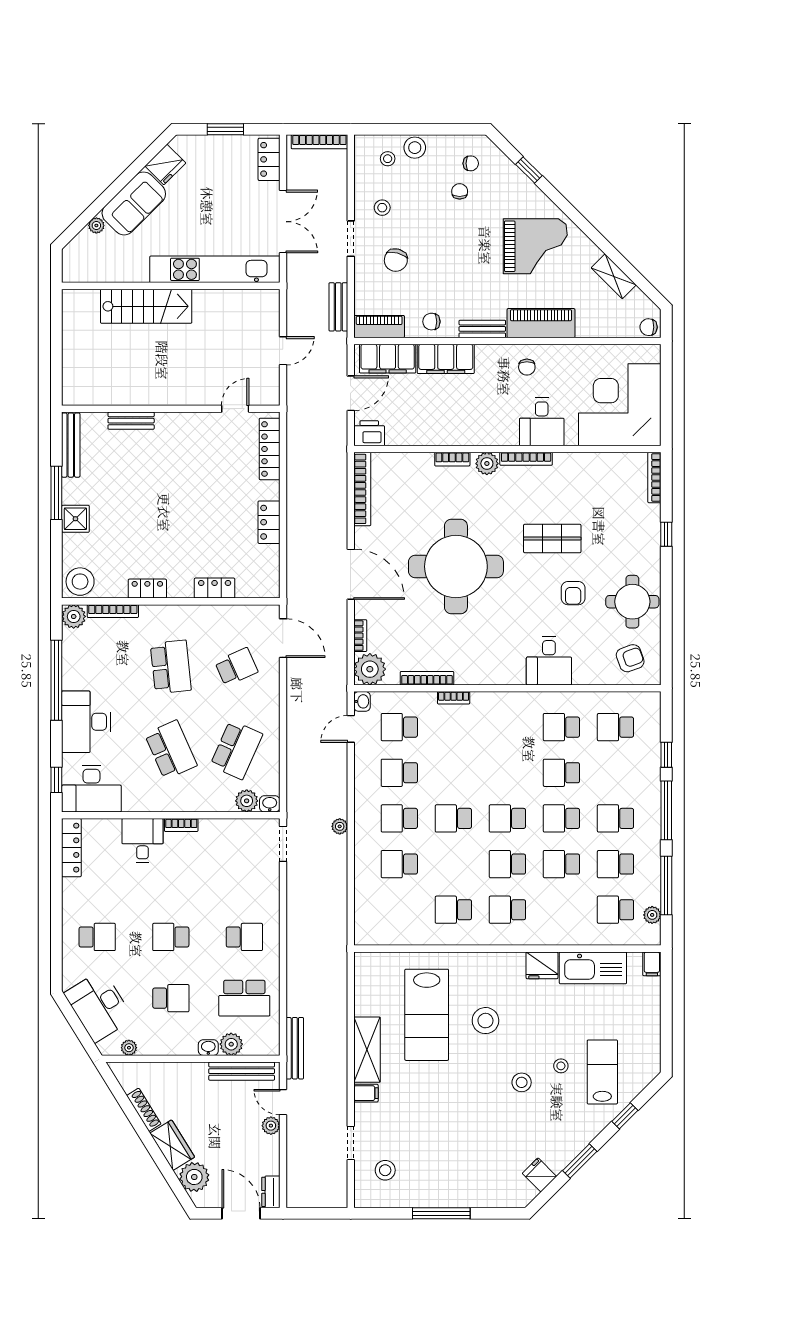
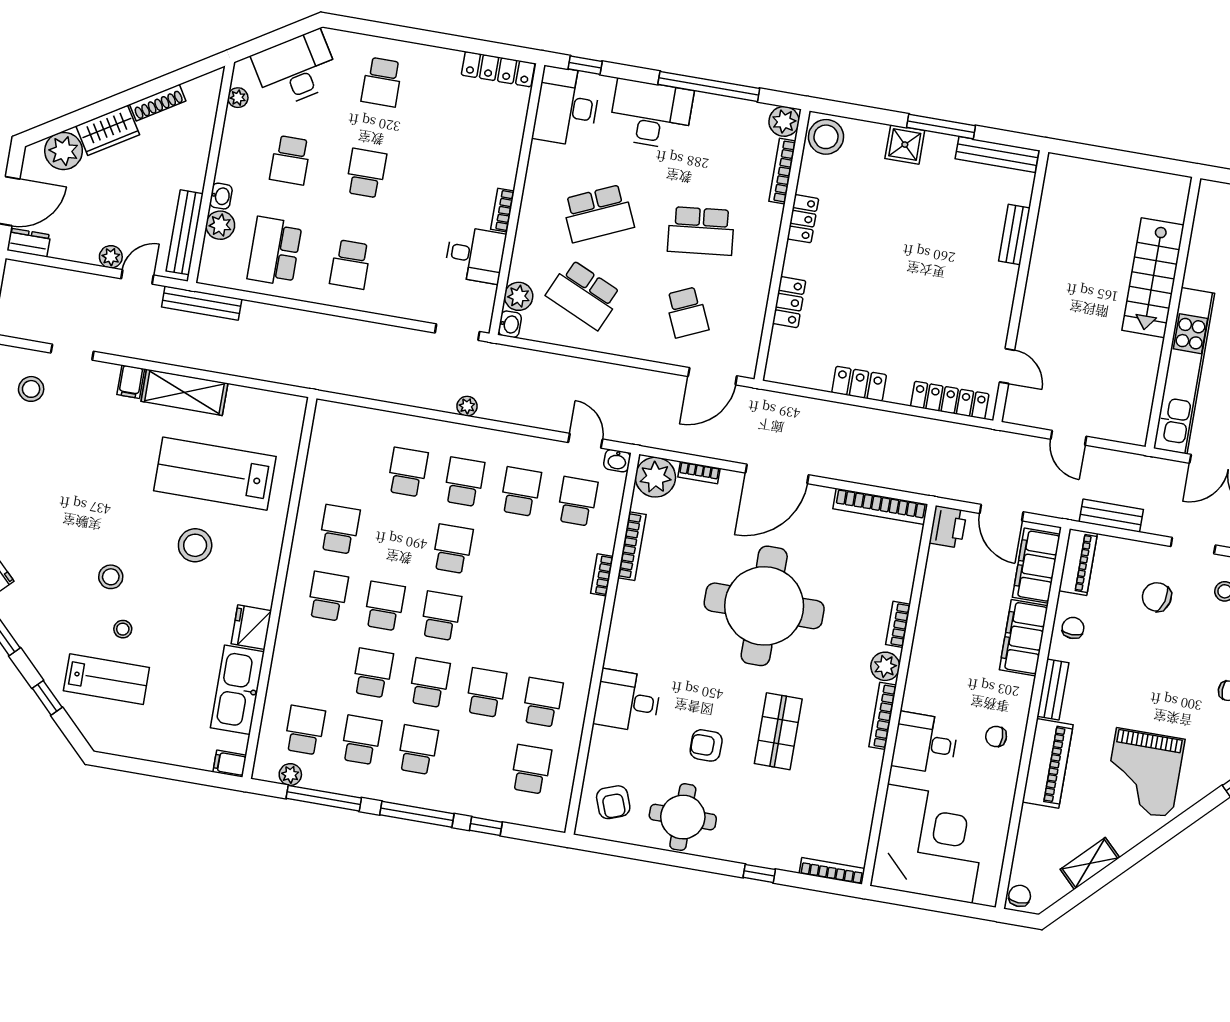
desk: (142, 840) -> (475, 255), moved

